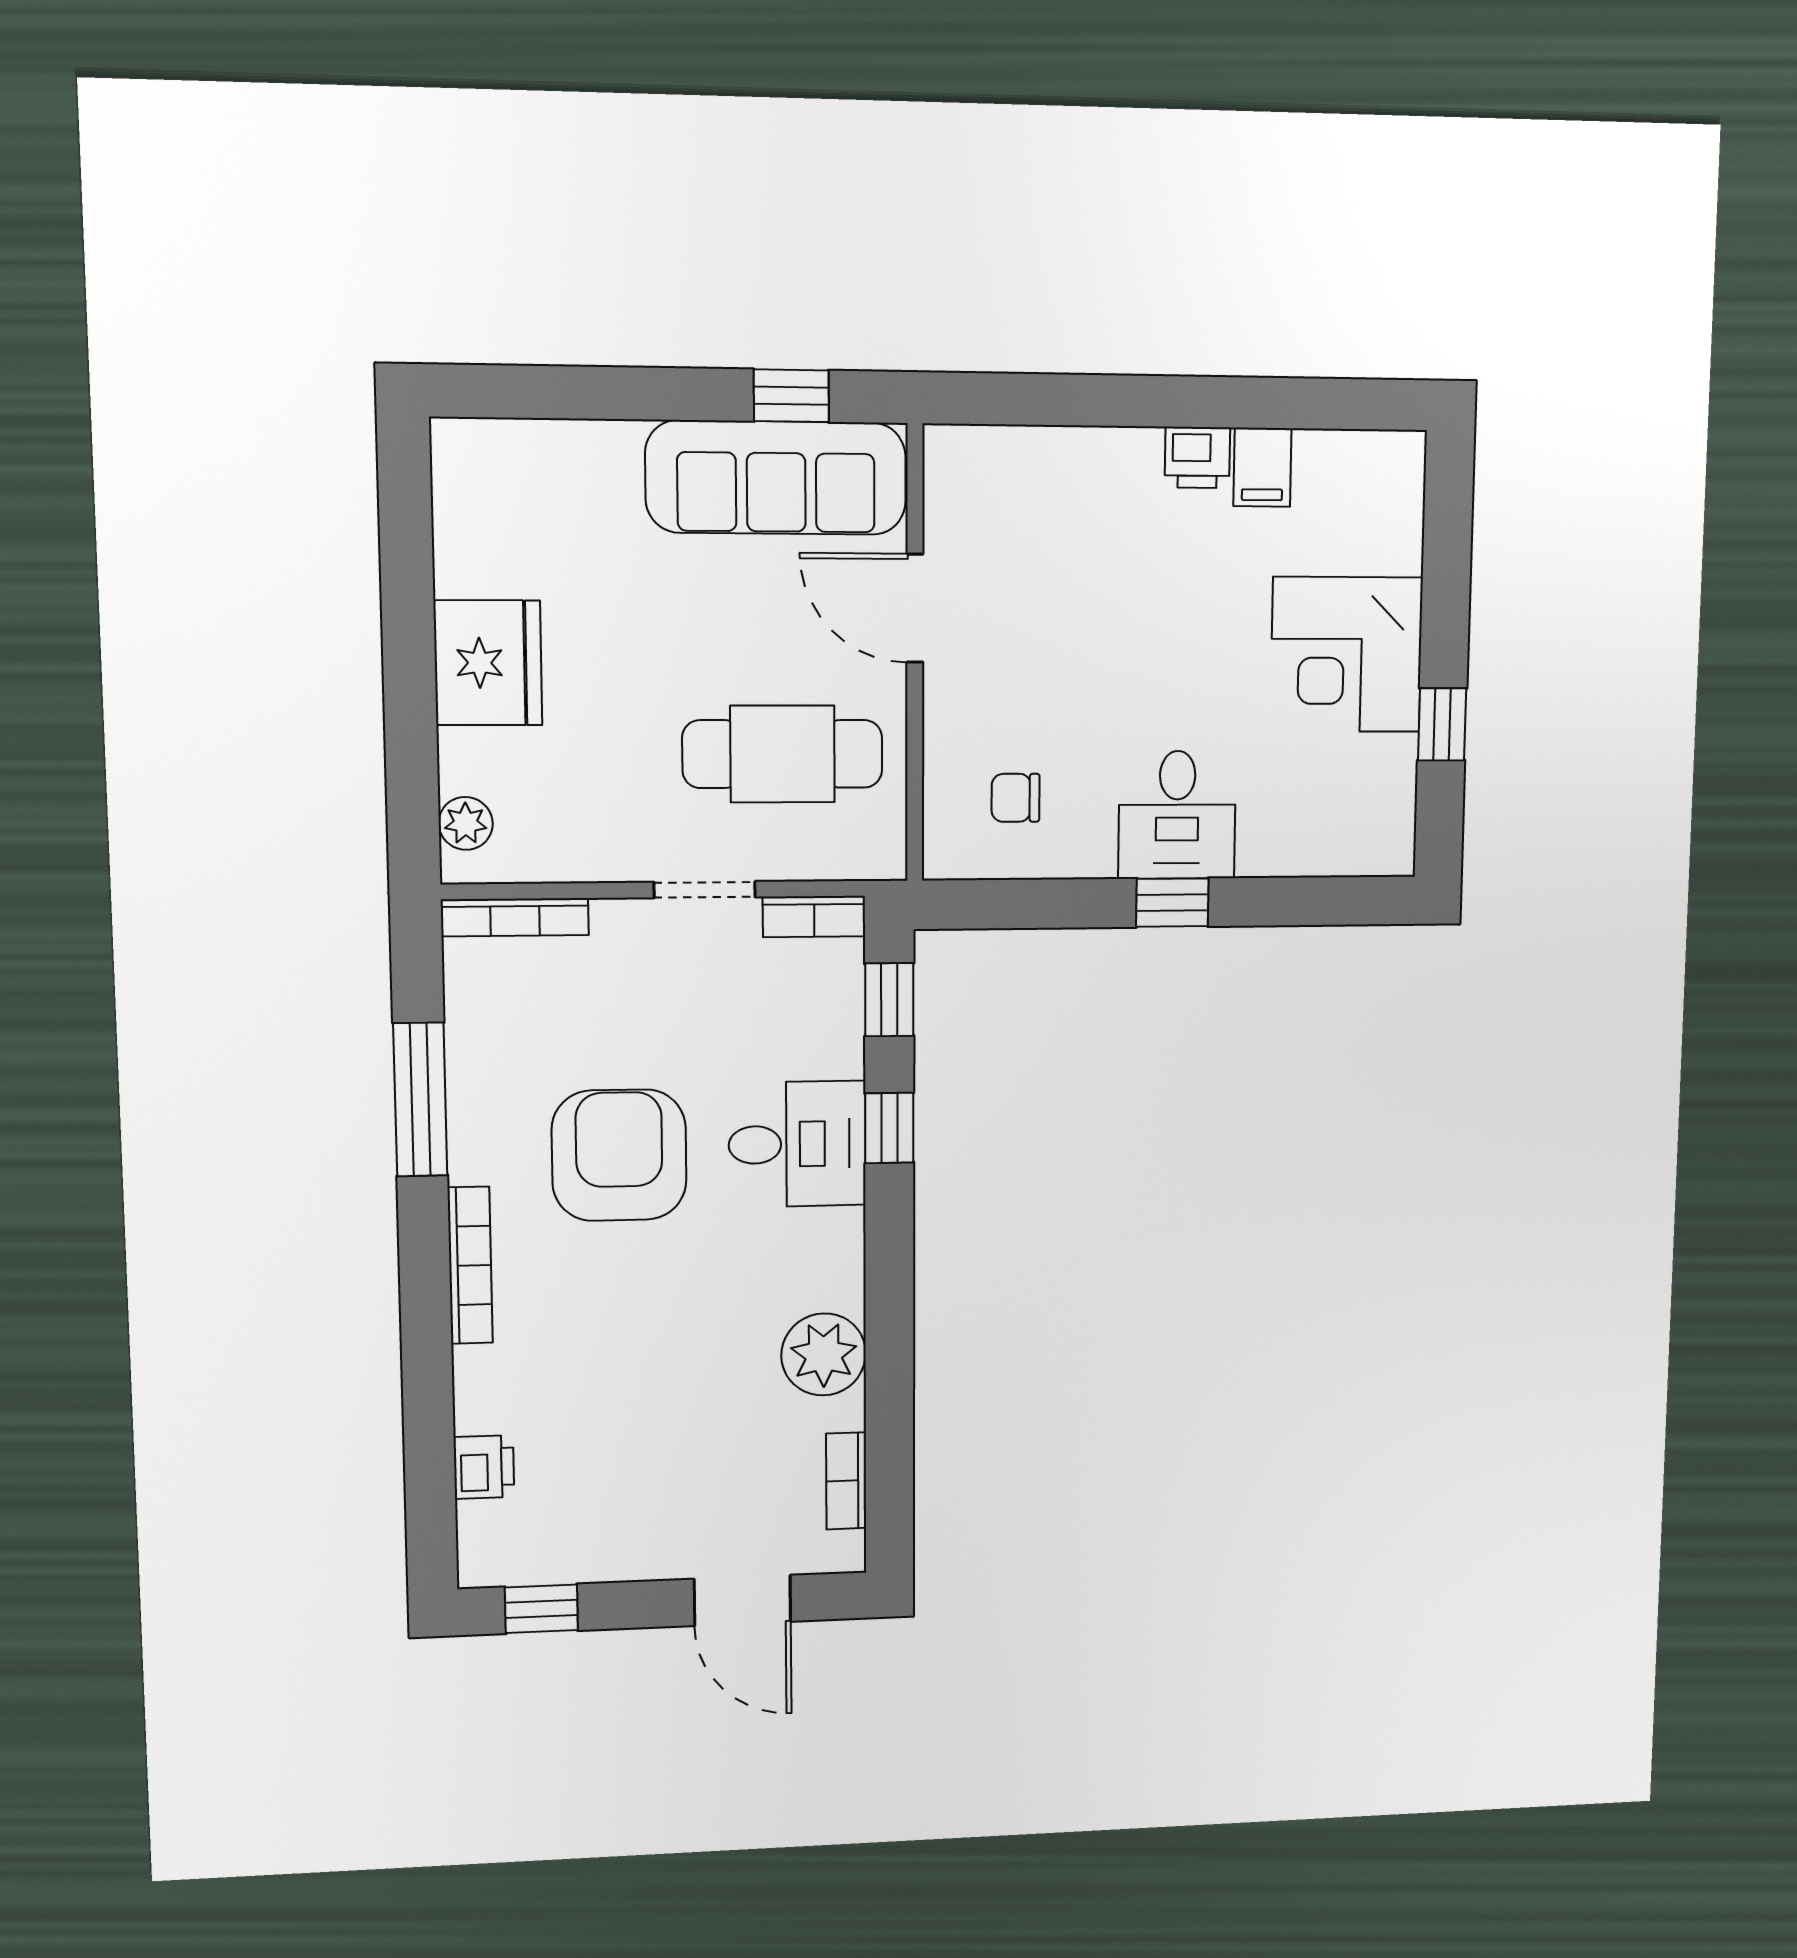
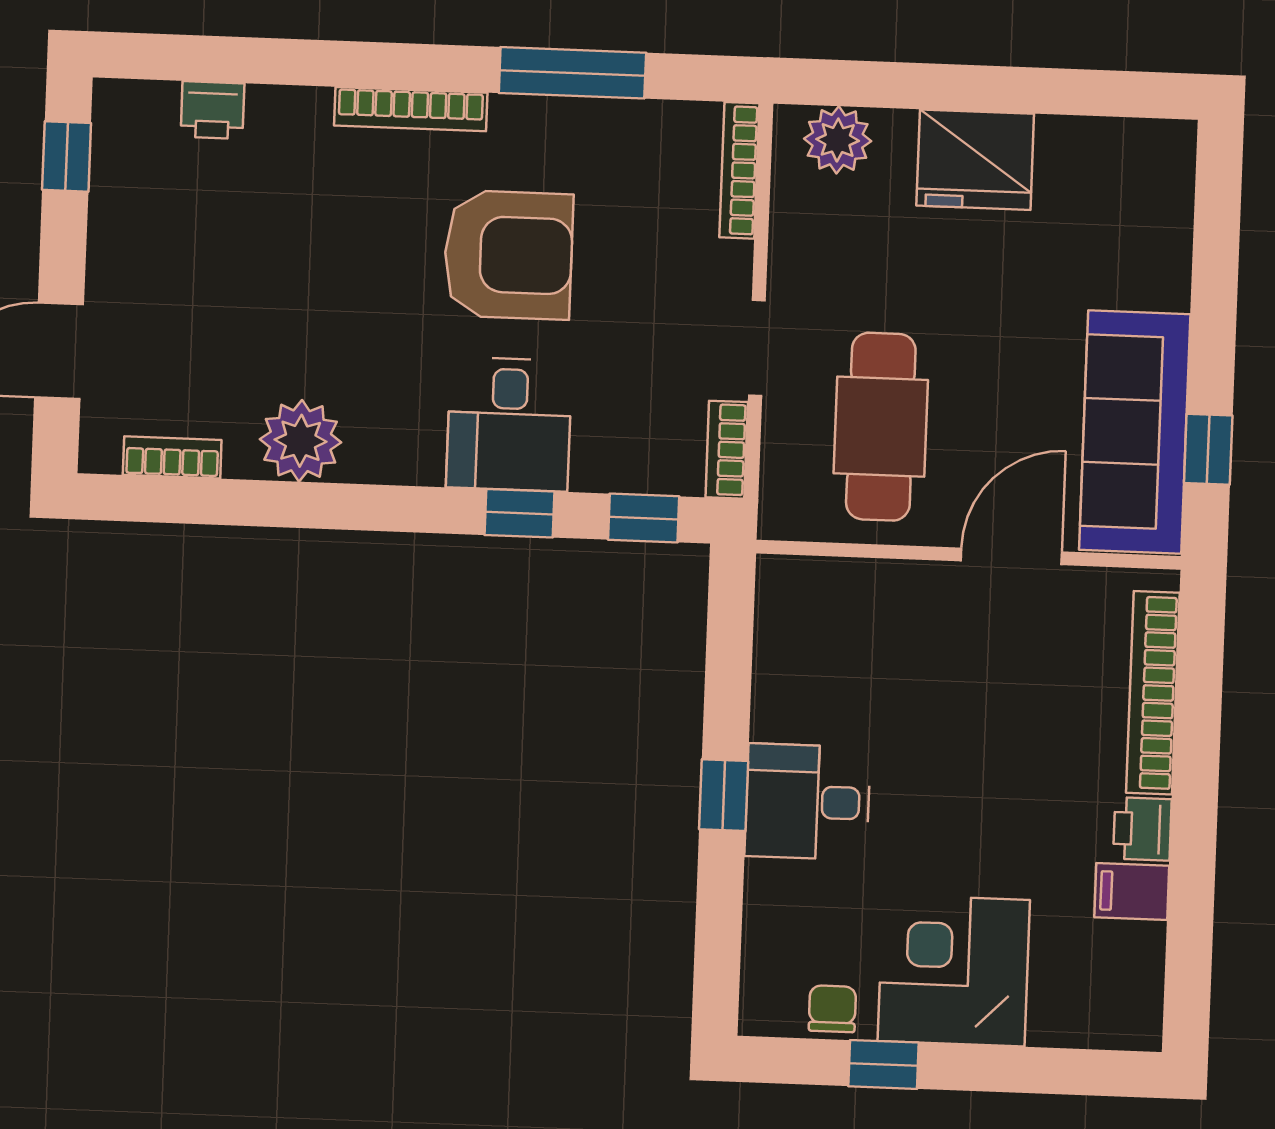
bookcase: (1054, 450) -> (1153, 693), added
chair: (1016, 798) -> (832, 1009), moved
plant: (466, 823) -> (838, 140), width x1.38, depth x1.38

